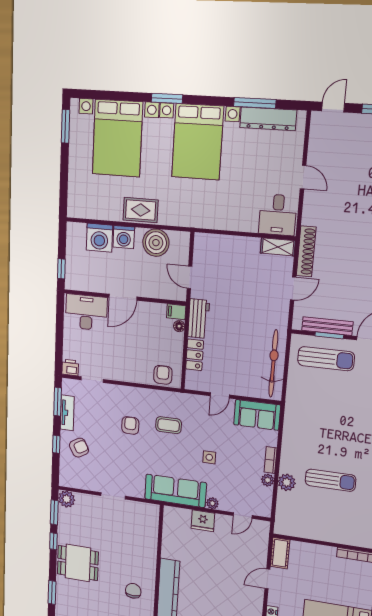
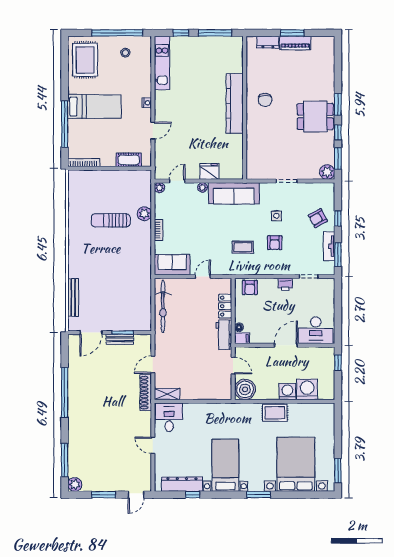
window: (255, 103) -> (193, 495), width x0.46
bed with nightstands: (198, 142) -> (225, 465), width x0.73
boiler: (156, 243) -> (245, 389), moved
bench: (327, 326) -> (120, 339), width x0.73
sun lounger: (326, 359) -> (123, 315), removed
printer: (70, 367) -> (285, 284), moved
side table: (209, 457) -> (276, 216), moved
plant: (268, 480) -> (160, 188), moved
cot: (280, 553) -> (129, 160), moved, turned 90
window: (52, 592) -> (338, 104), moved

